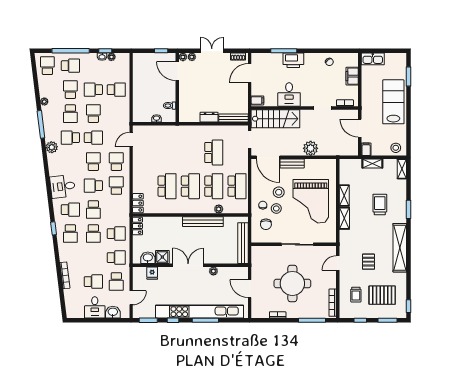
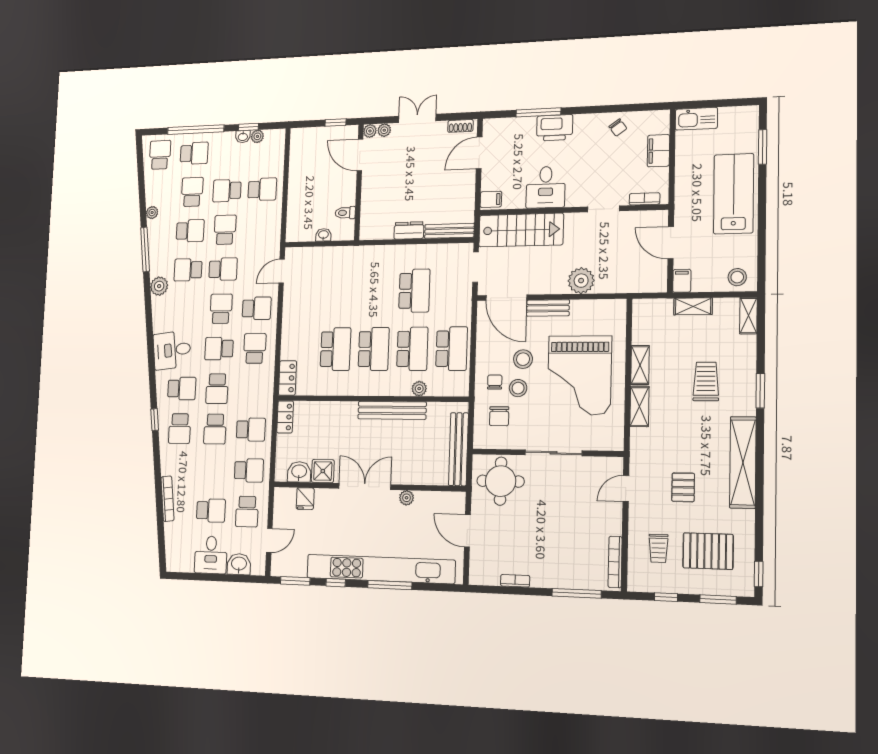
school desk: (70, 114) -> (190, 231), turned -90
school desk: (116, 162) -> (257, 308), turned 90
round table: (292, 283) -> (501, 481), moved, width x0.73, depth x0.73

